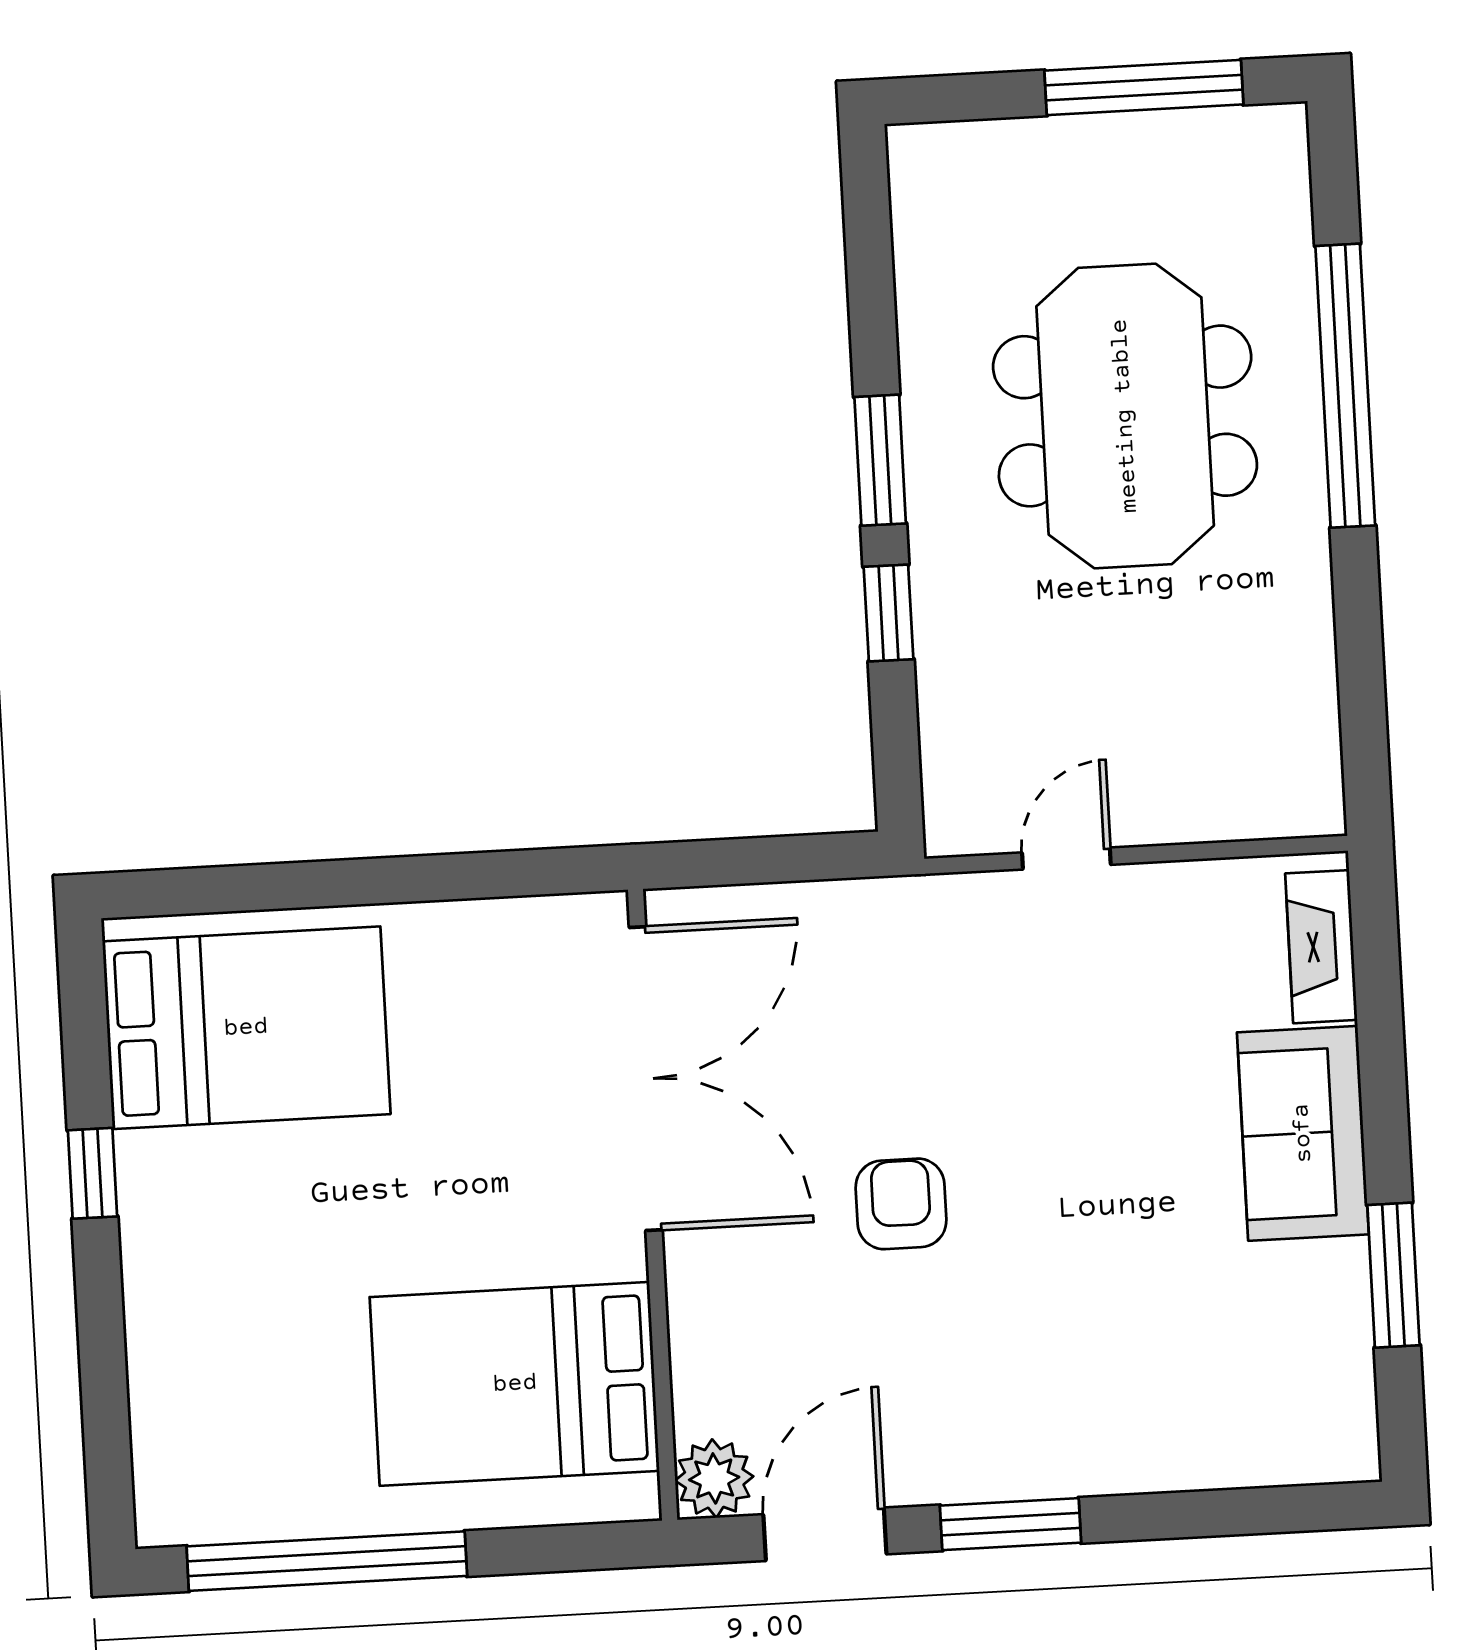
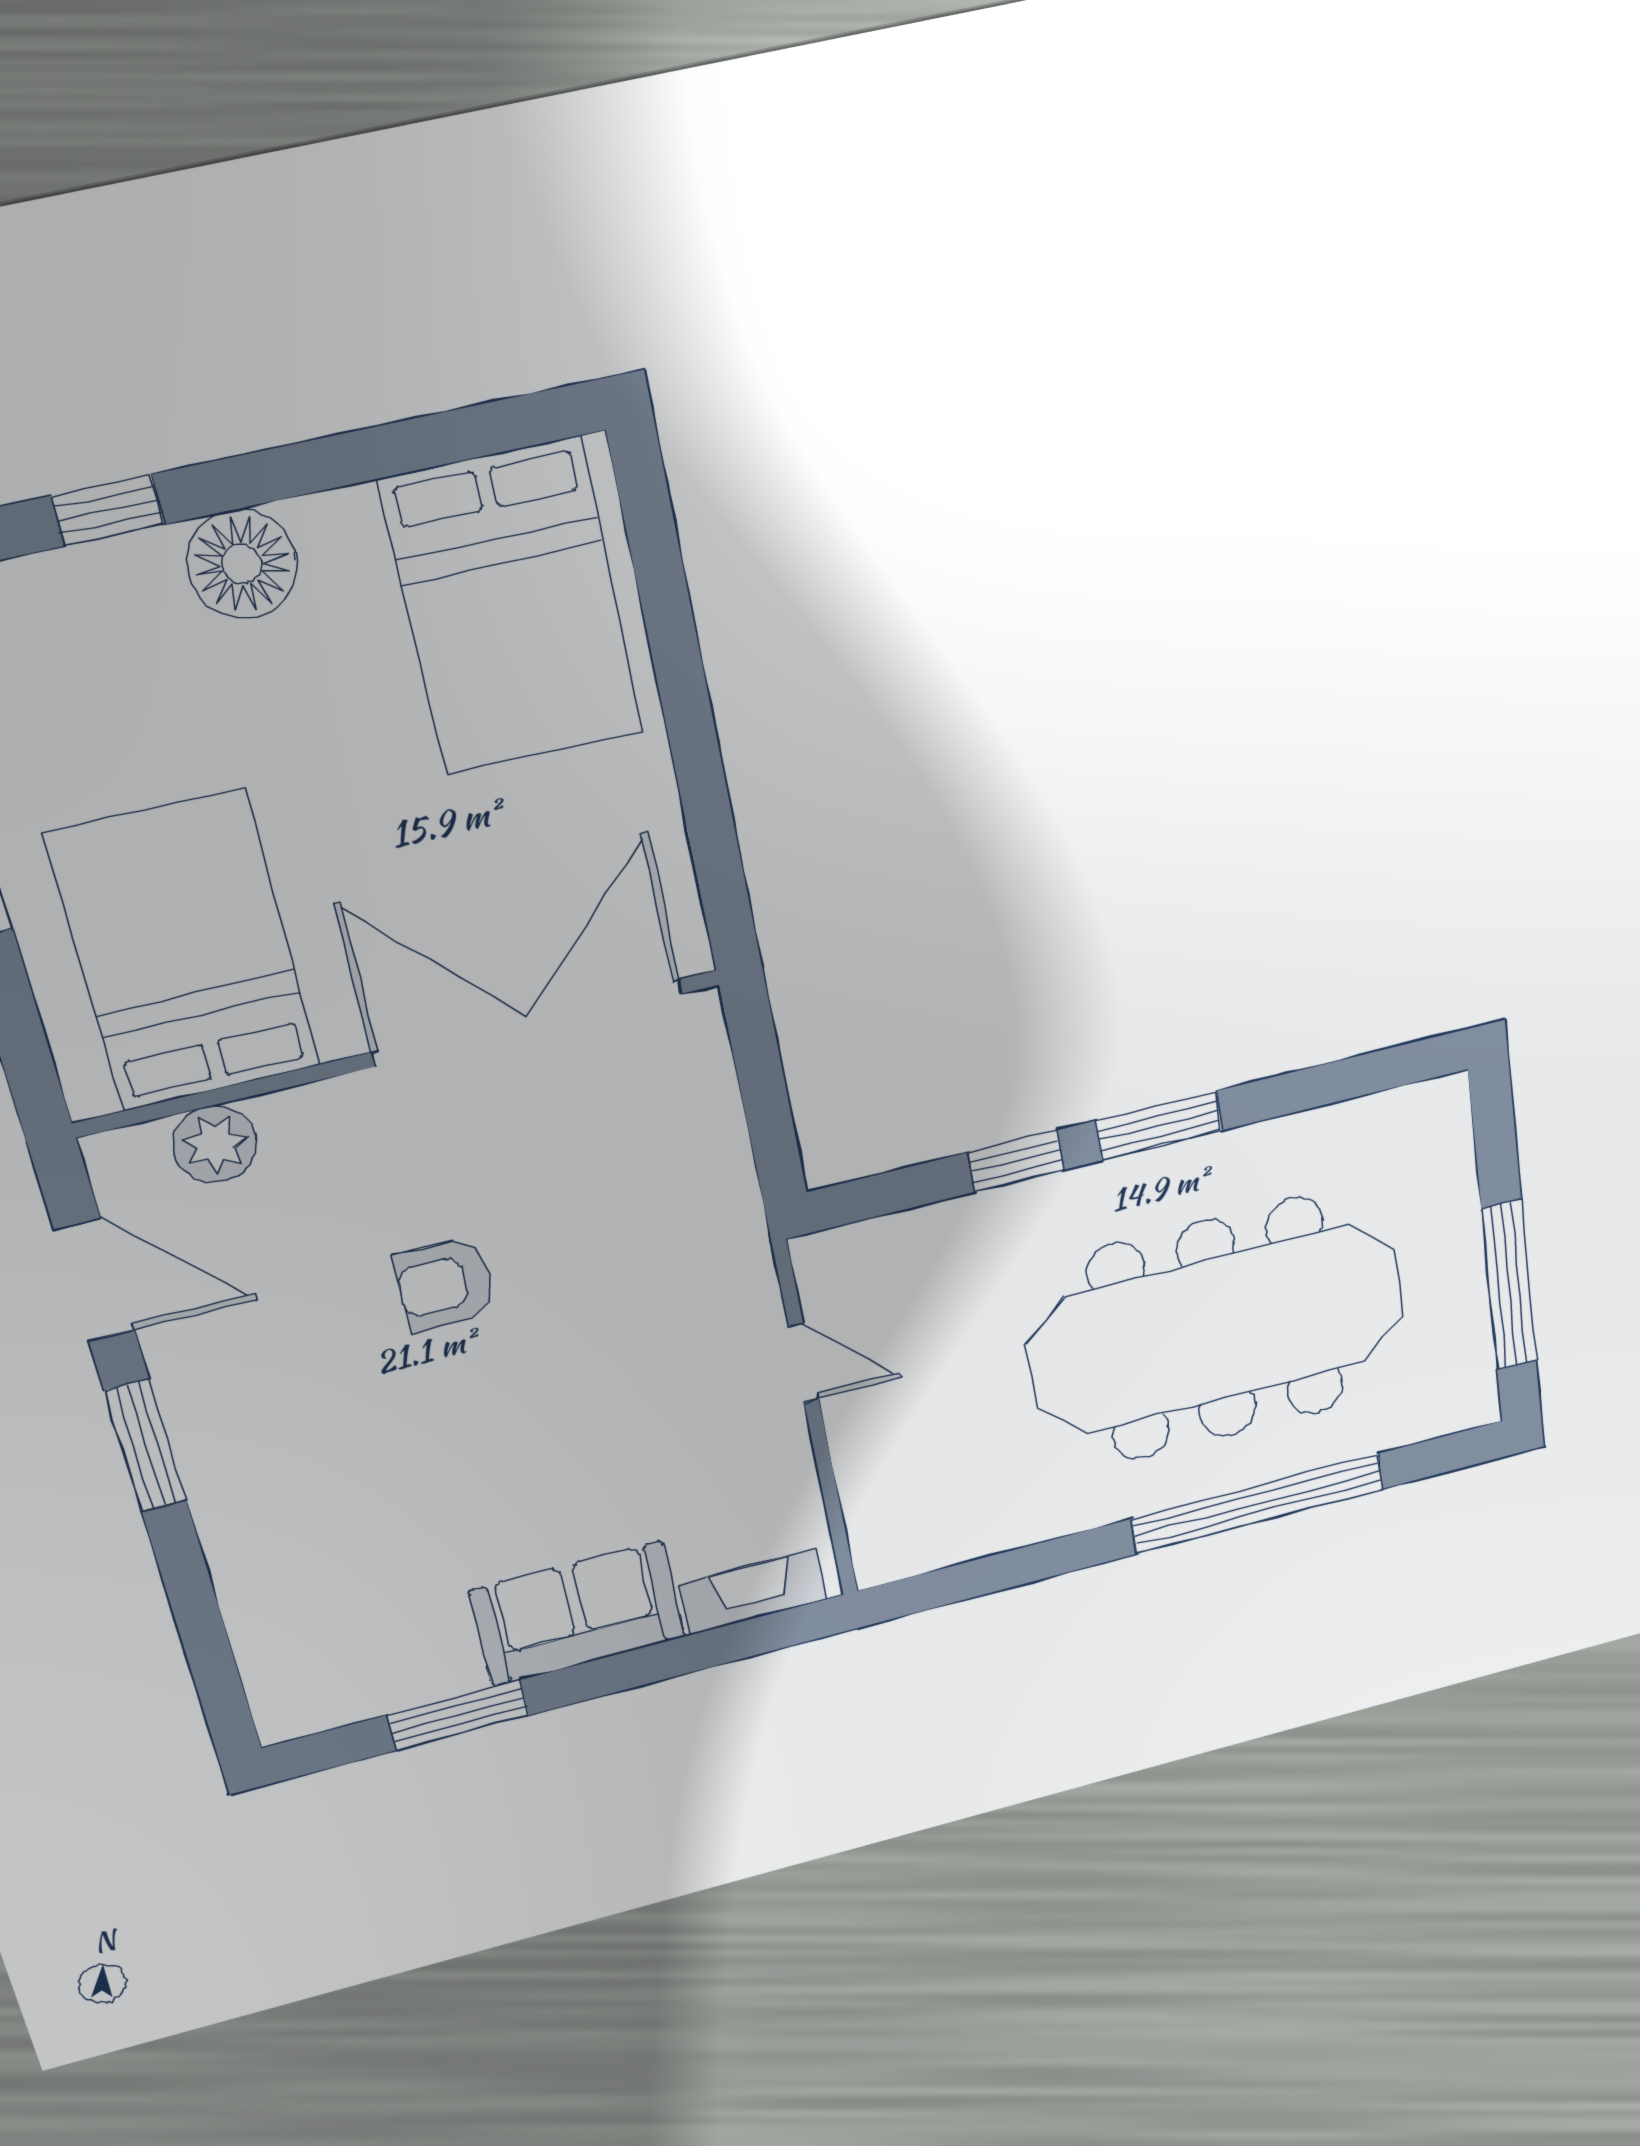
meeting table: (1125, 416) -> (1217, 1330), width x1.36
double door: (646, 1079) -> (528, 1023), swing flipped
window: (92, 1173) -> (108, 510), moved
armchair: (901, 1204) -> (445, 1284), turned 180
floor lamp: (168, 1261) -> (242, 564), added
plant: (714, 1478) -> (215, 1144), moved

